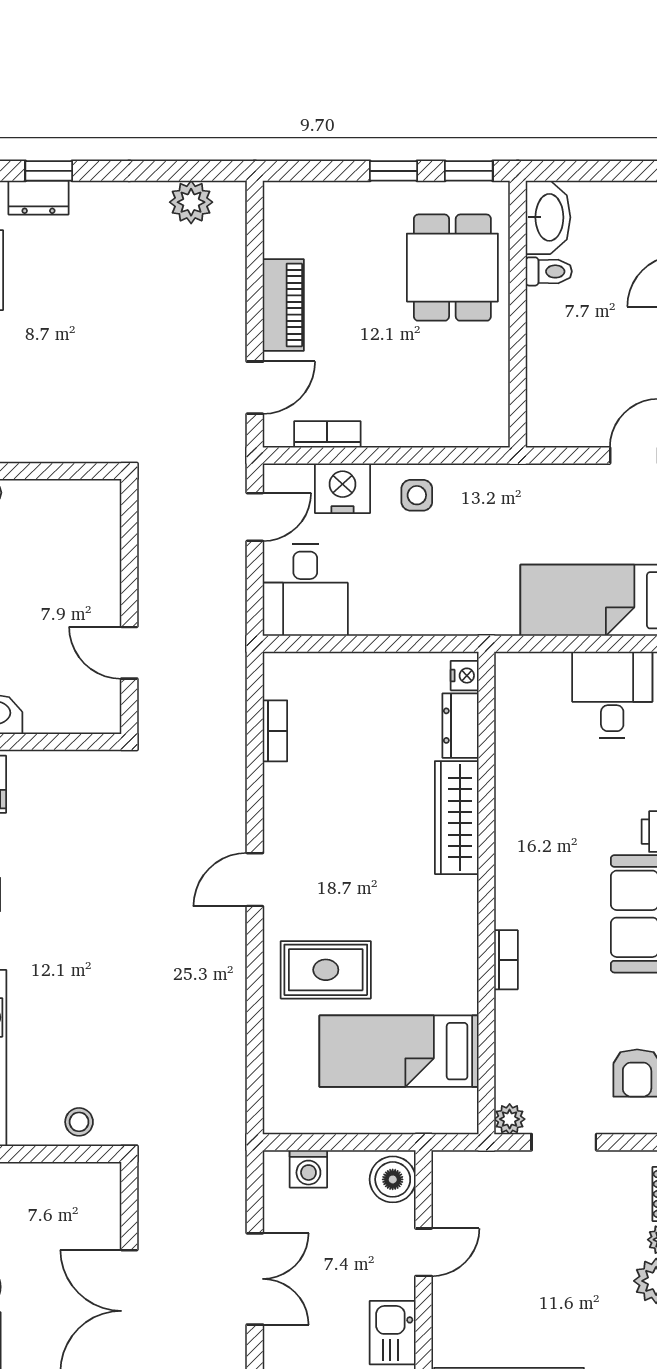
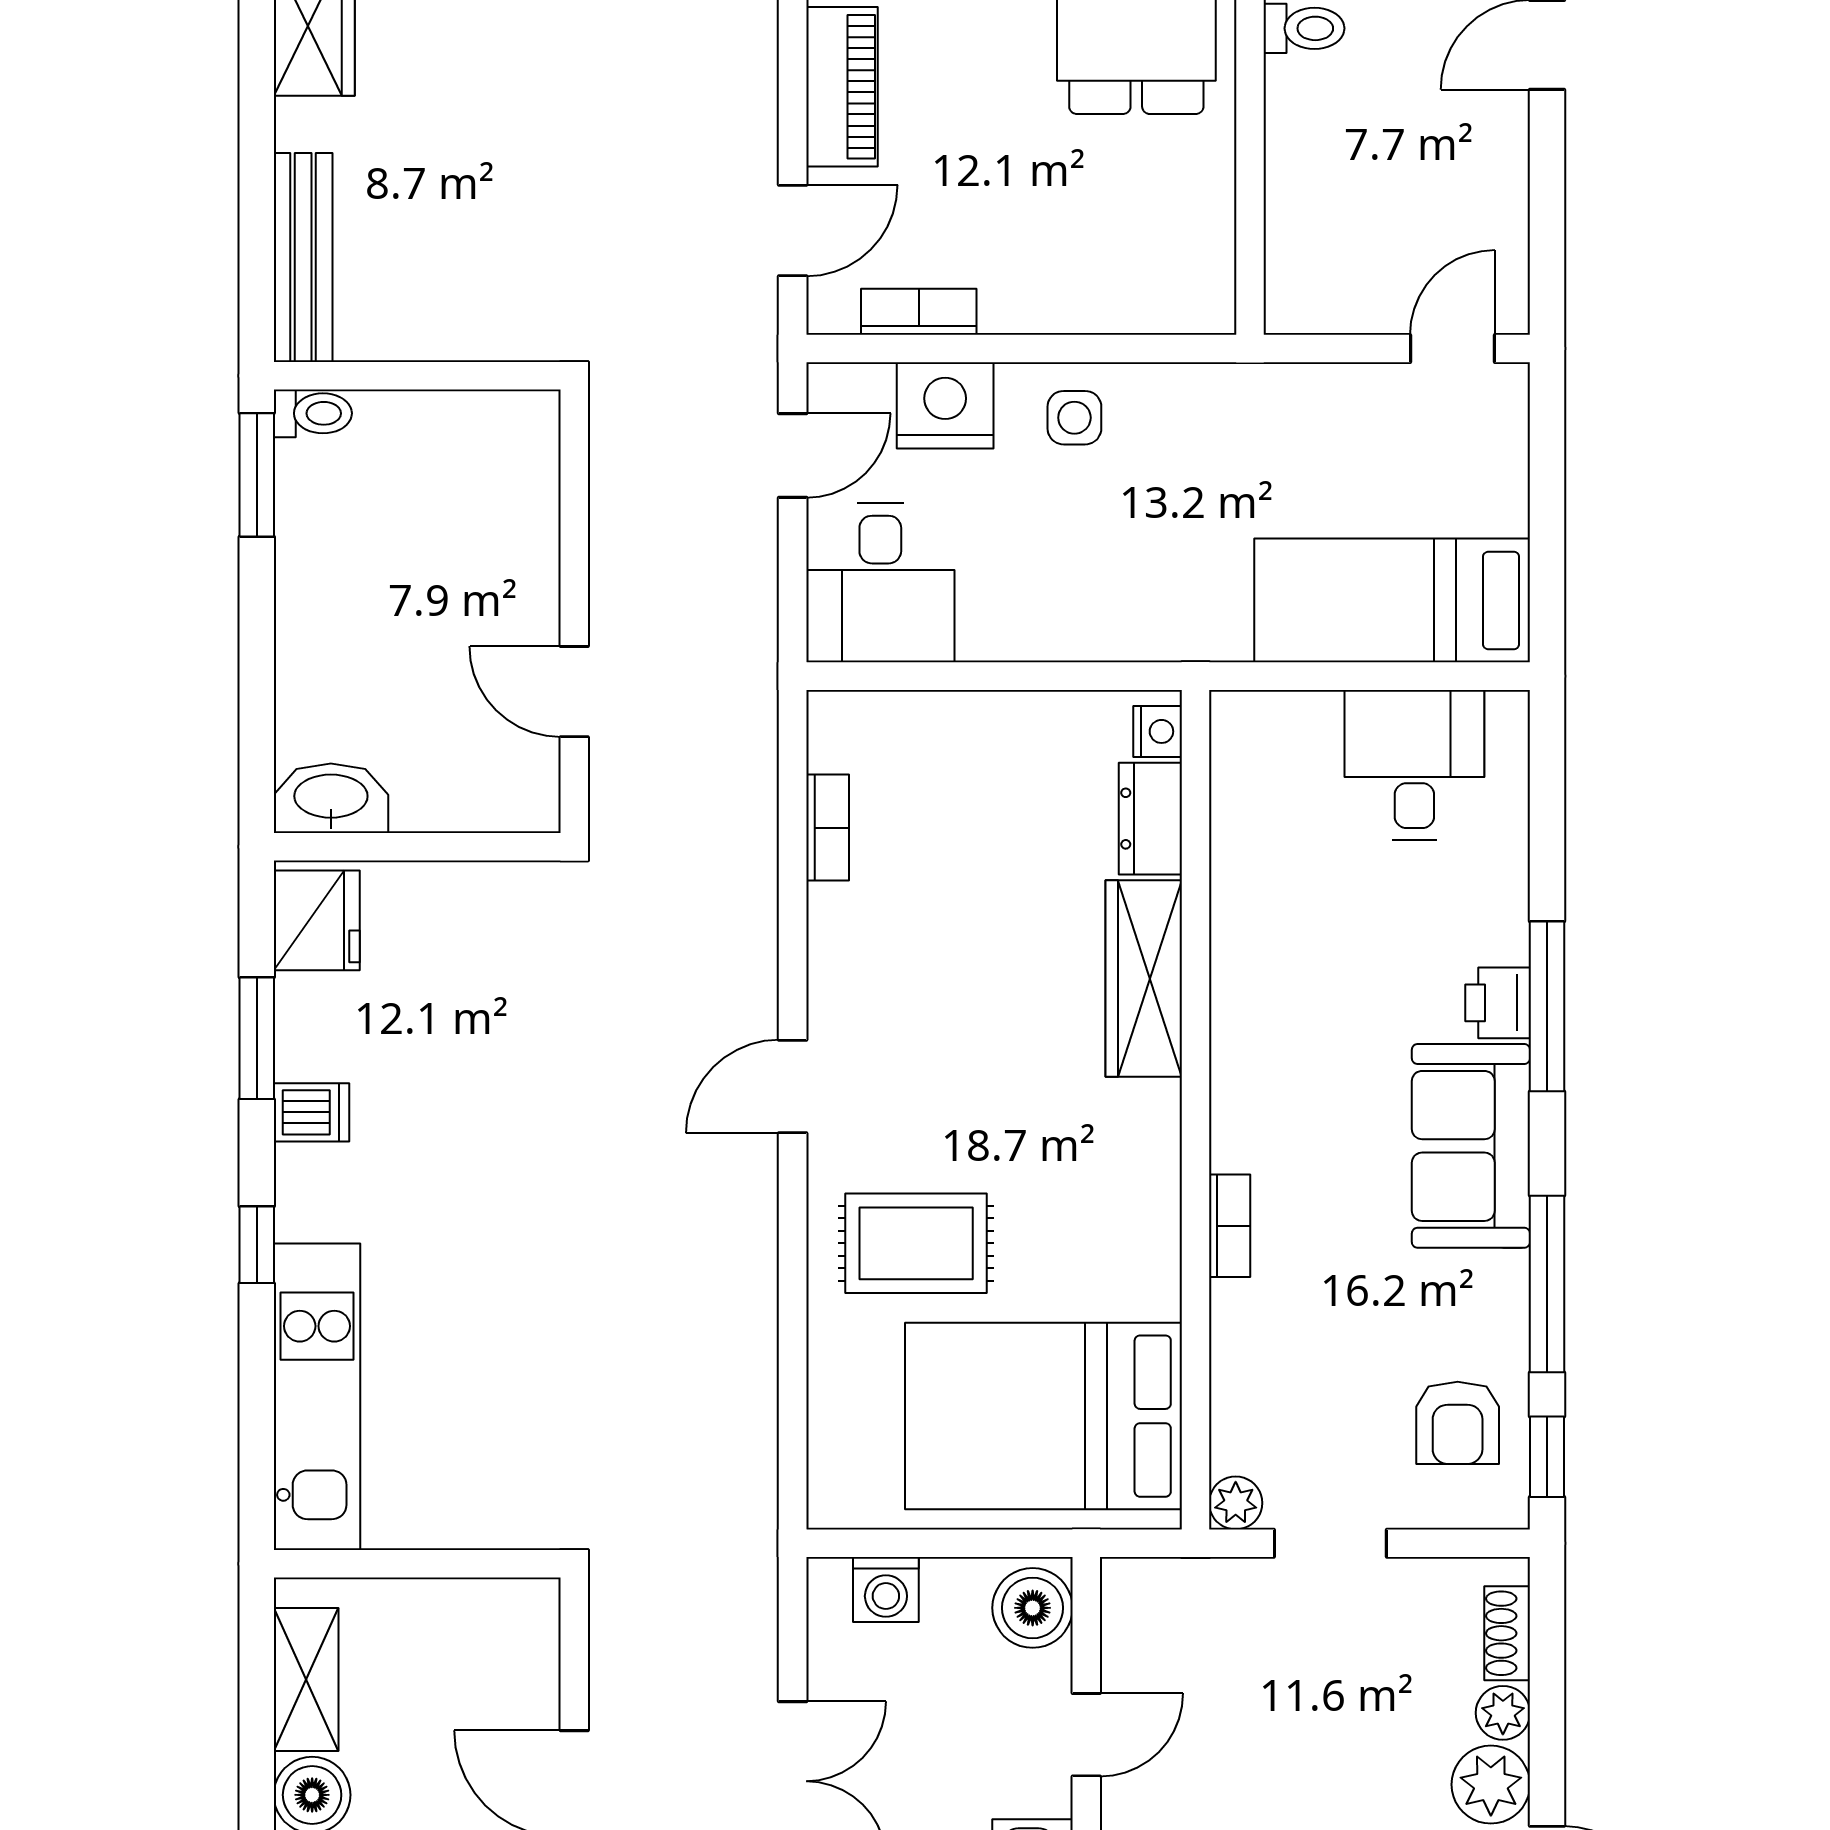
bed: (399, 1051) -> (1043, 1416), width x1.50
stool: (79, 1122) -> (487, 1508), removed

